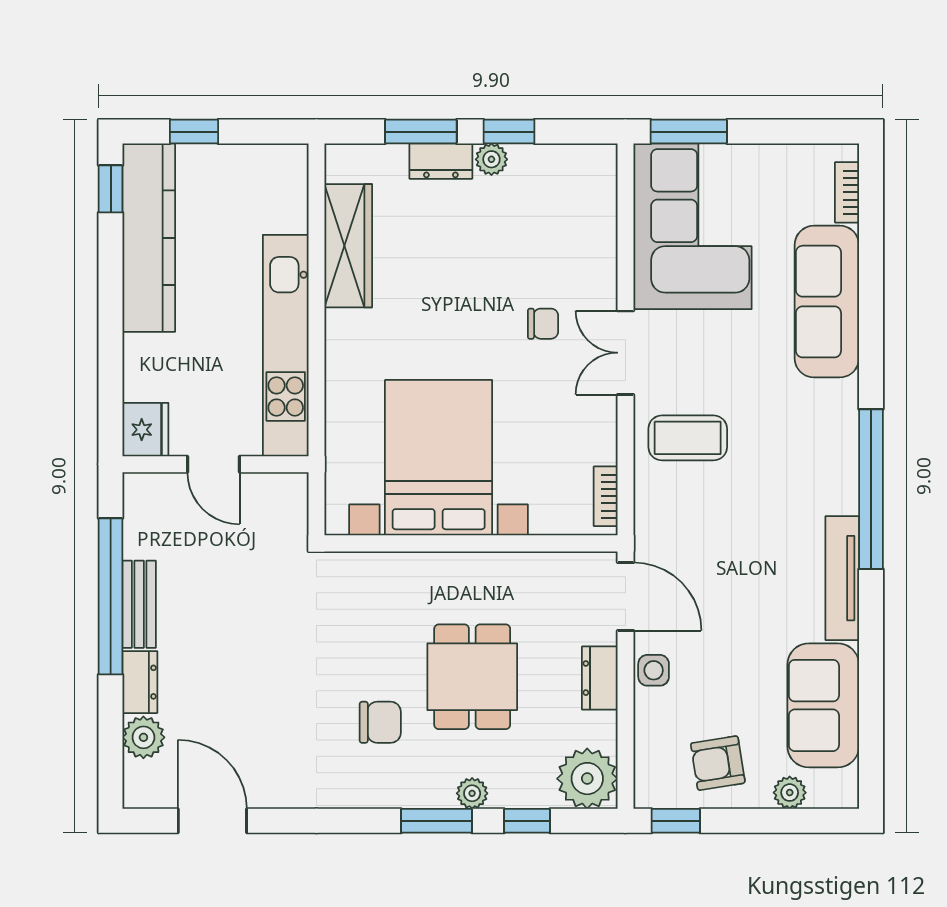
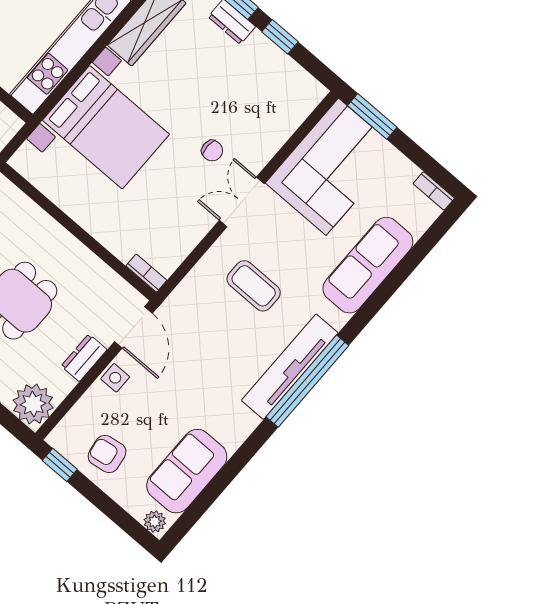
plant: (491, 159) -> (259, 43), removed
bookcase: (847, 192) -> (434, 191), moved, turned -90
coffee table: (688, 438) -> (254, 286), moved
bed with nightstands: (439, 458) -> (106, 127), moved, turned 90
bookcase: (606, 496) -> (146, 273), moved, turned 90
tv unit: (842, 578) -> (290, 367), moved, width x1.36, depth x1.29
plant: (790, 793) -> (155, 522), moved

